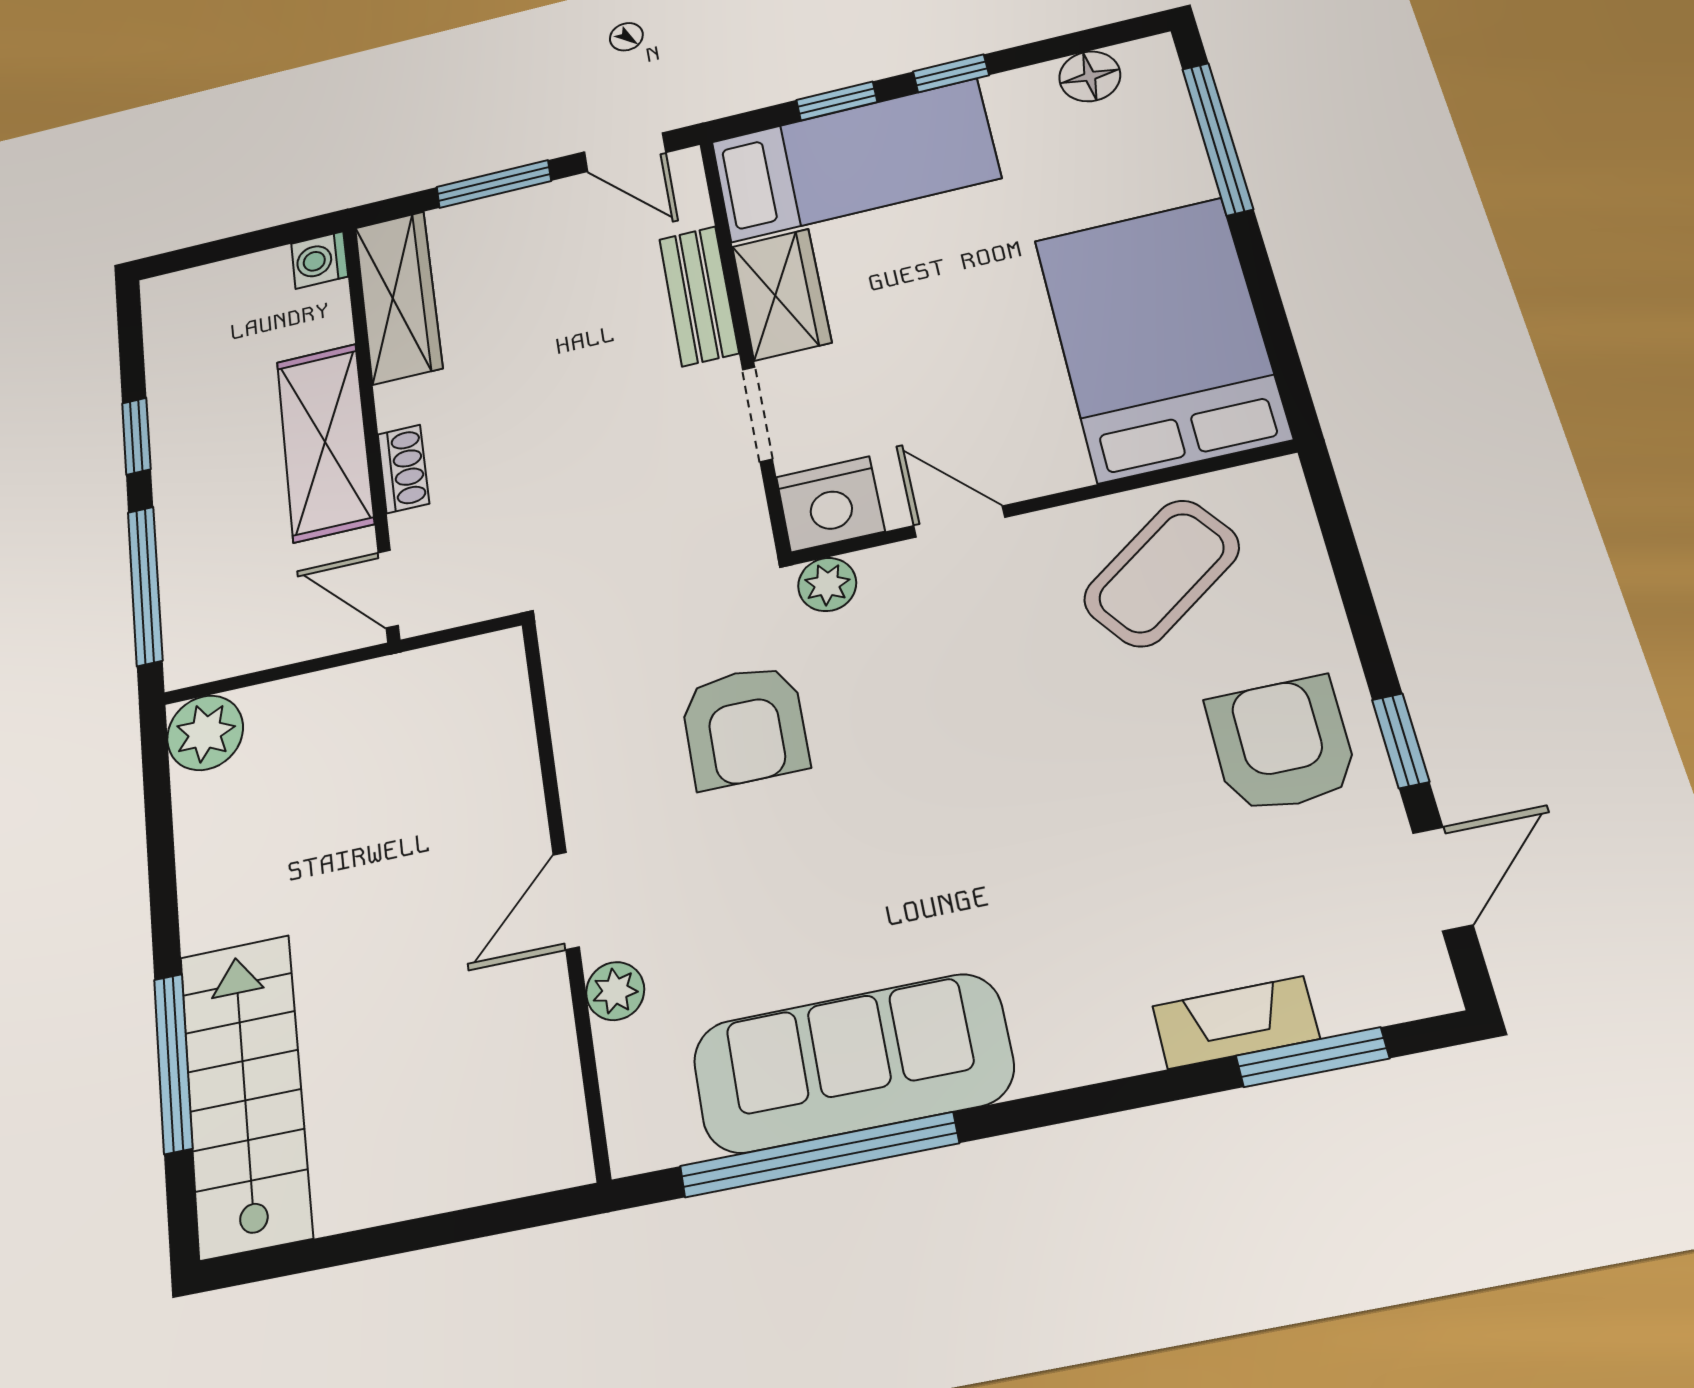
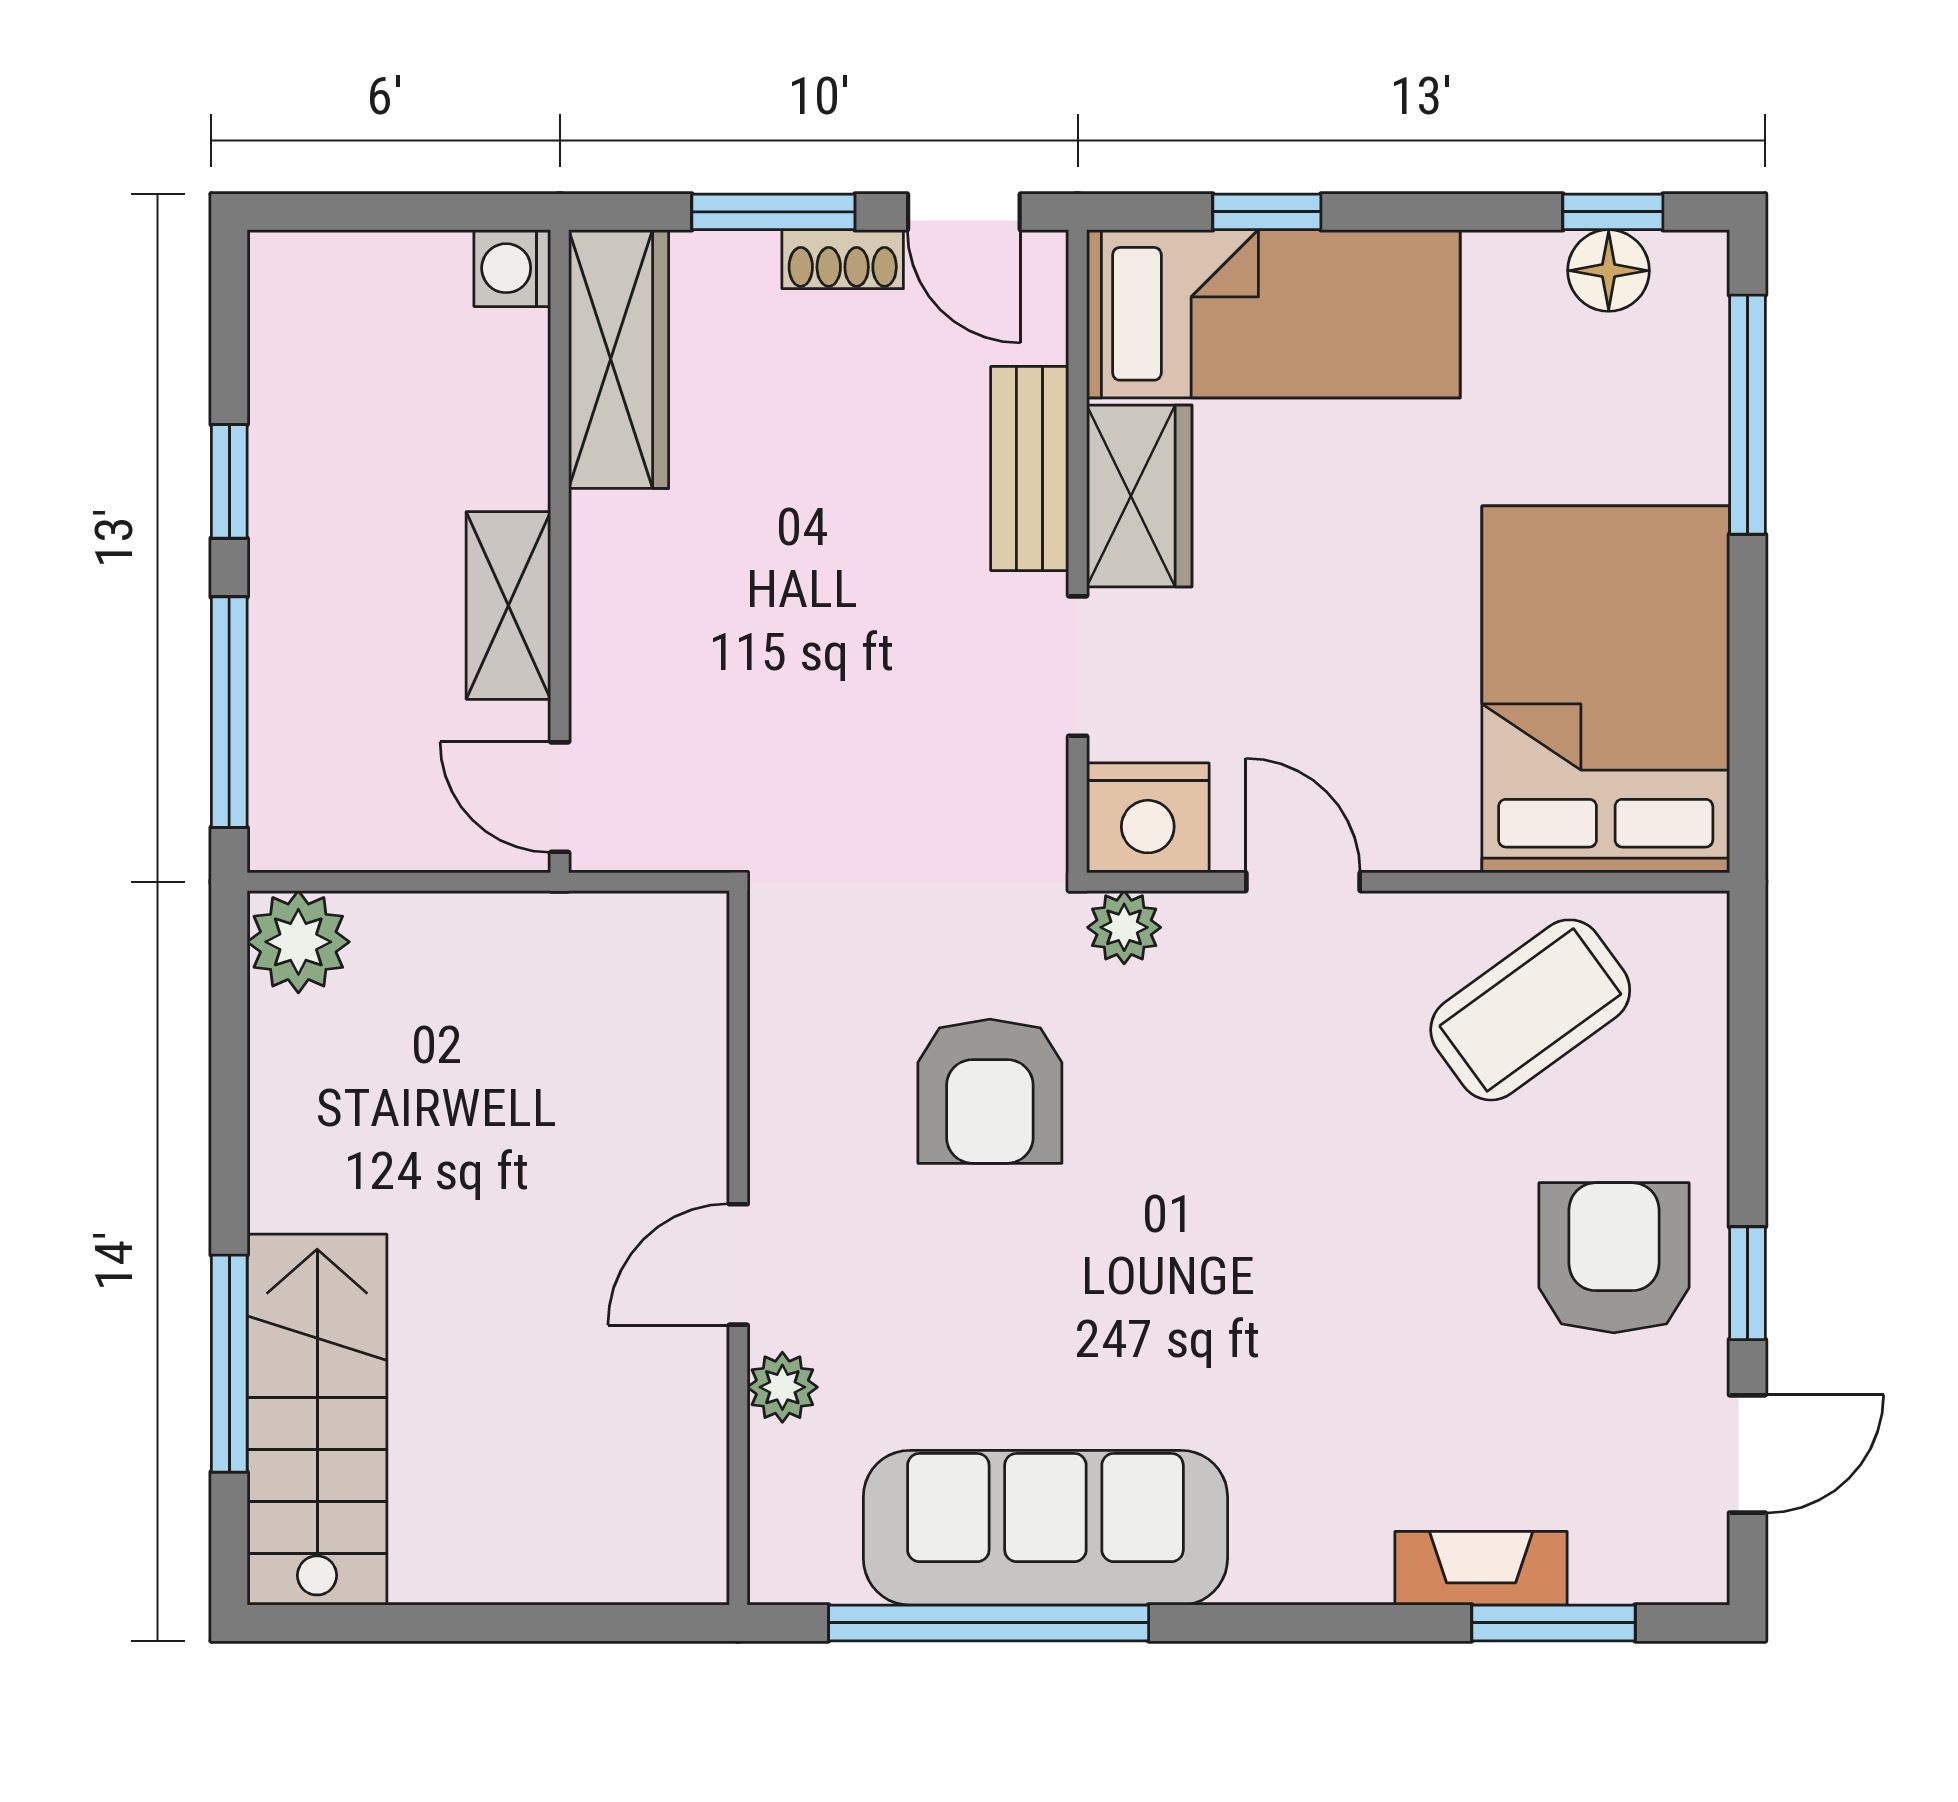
window: (951, 73) -> (1613, 212), moved
shelving: (325, 442) -> (508, 605), width x0.67, depth x0.75
shoe rack: (403, 469) -> (843, 259), moved, turned 90

